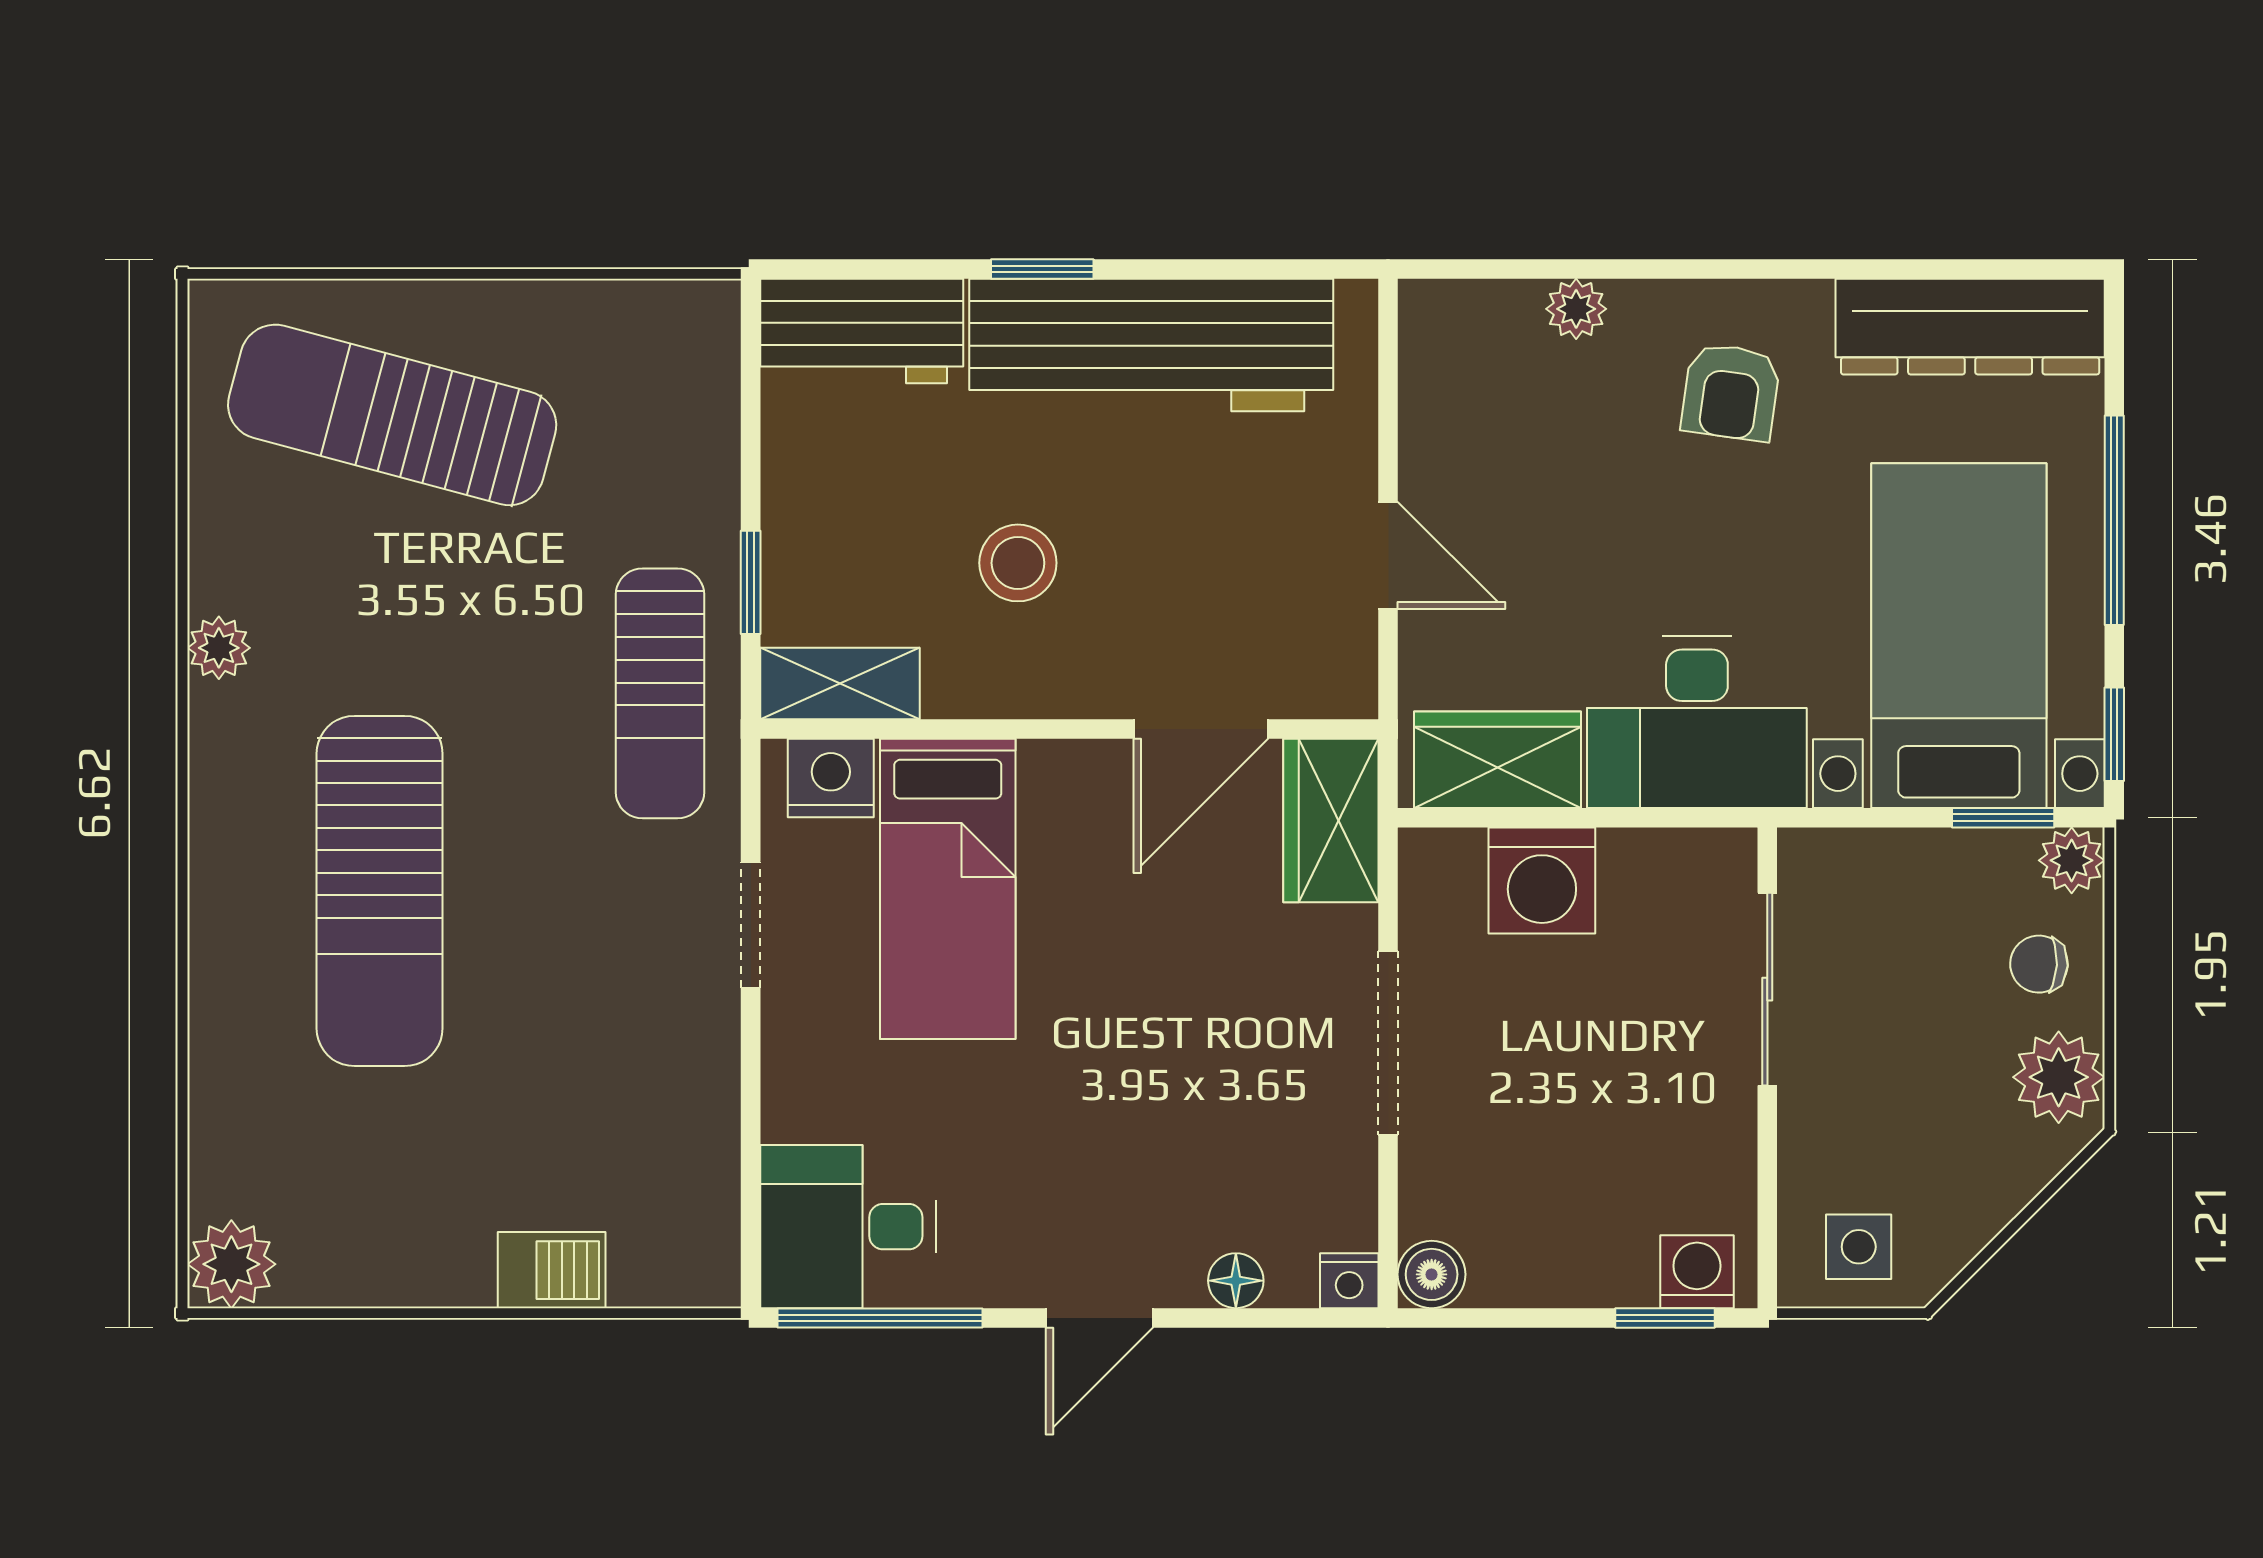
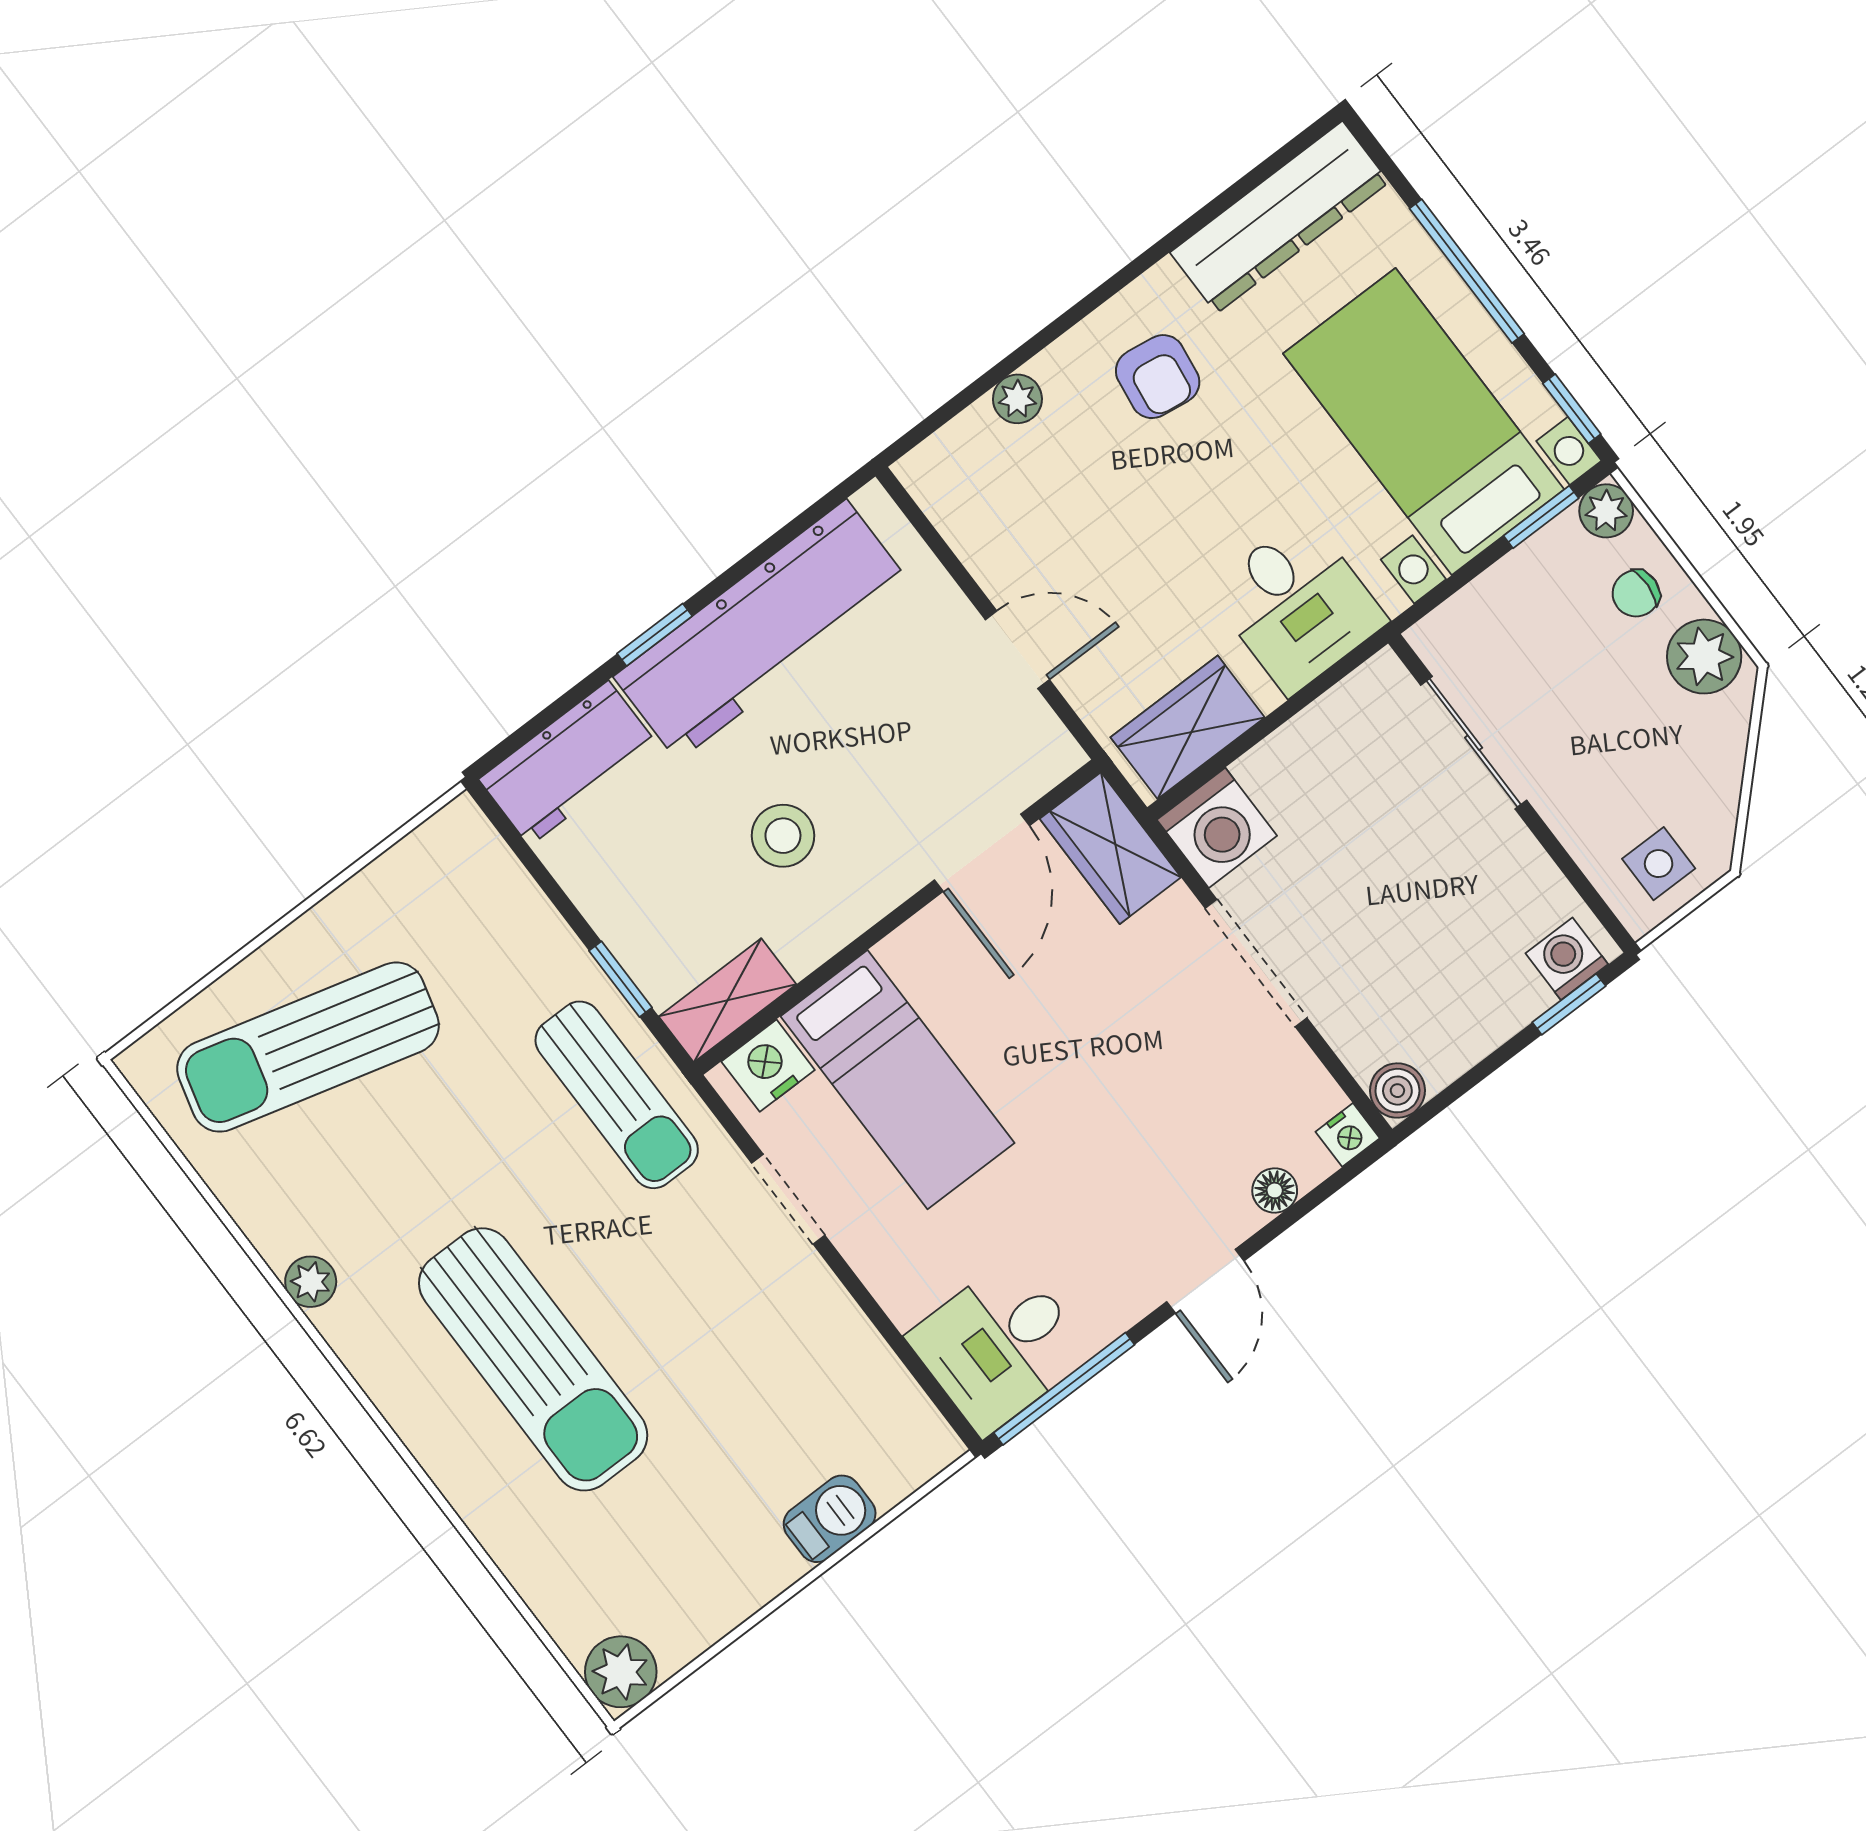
desk: (1697, 722) -> (1297, 605), width x0.73
washing machine: (1542, 881) -> (1217, 828), moved

